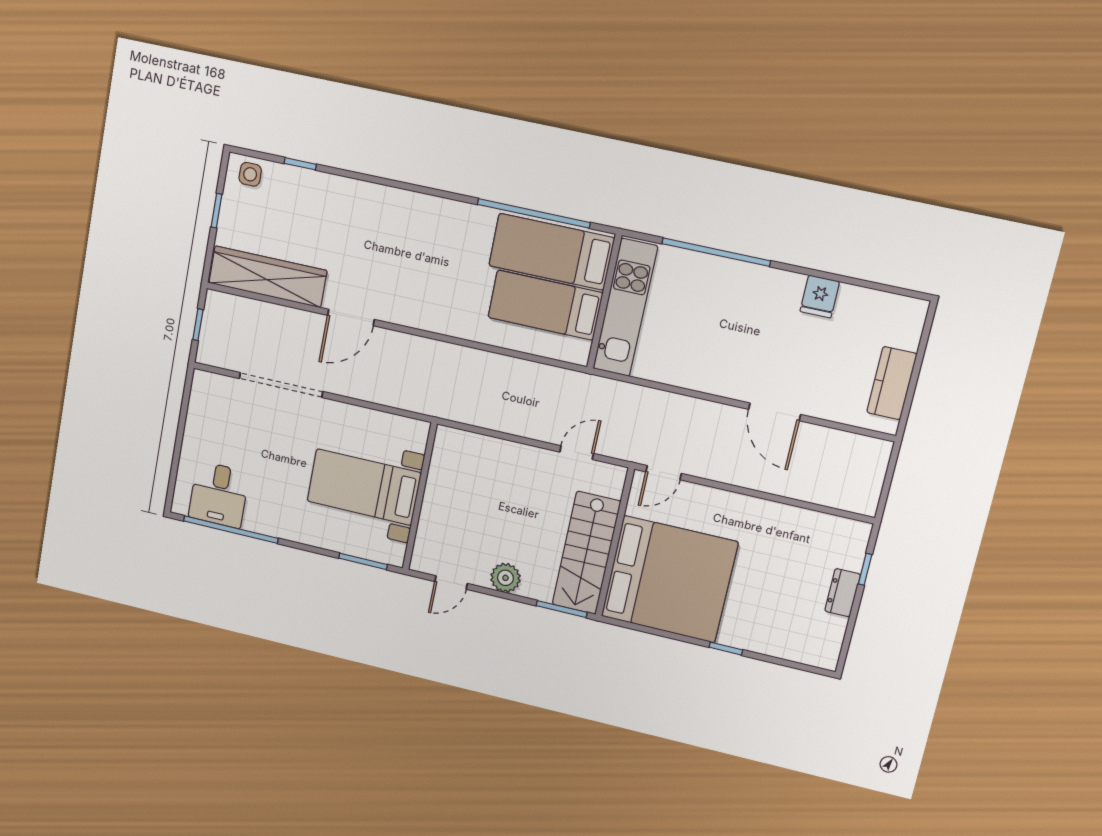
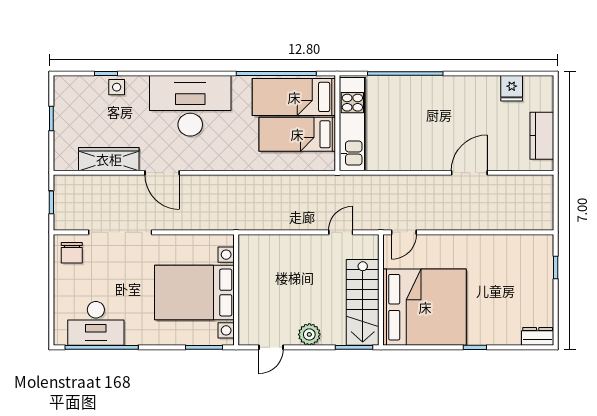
side table: (250, 174) -> (117, 87), moved
desk: (406, 233) -> (190, 106), added
wardrobe: (268, 277) -> (109, 159), width x0.71, depth x0.85
fridge: (820, 297) -> (512, 88), moved
door: (351, 317) -> (162, 173), hinge flipped
chair: (213, 398) -> (72, 253), added
door: (775, 412) -> (469, 173), swing flipped
bed with nightstands: (364, 487) -> (194, 293), width x1.36
desk: (219, 495) -> (96, 323), width x1.37
dresser: (843, 593) -> (538, 336), moved, turned 90

